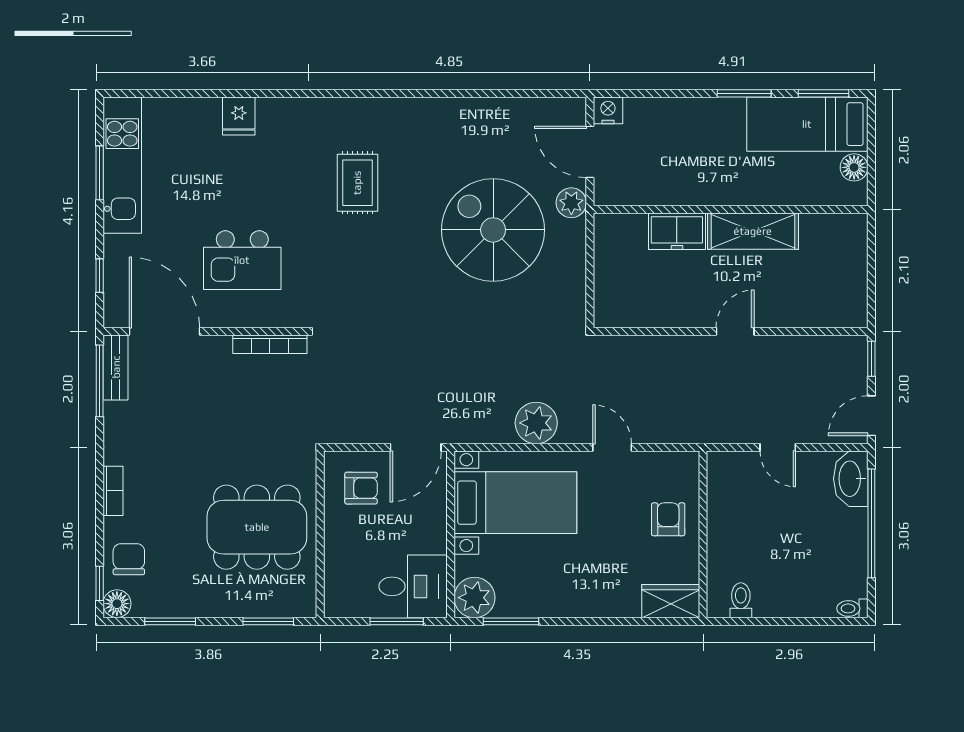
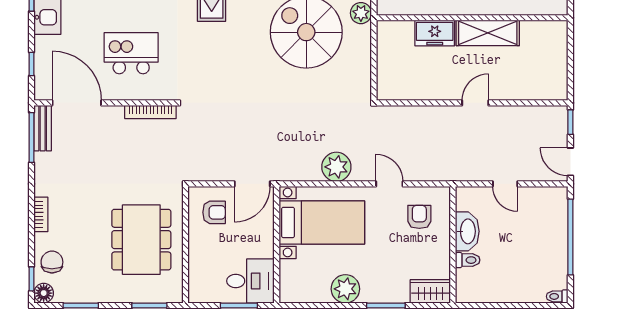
kitchen island: (242, 260) -> (131, 53), turned 180
door: (871, 416) -> (570, 162), hinge flipped
washbasin: (851, 479) -> (467, 231), moved, turned 180
armchair: (668, 519) -> (419, 217), moved
dining table: (257, 527) -> (141, 240), turned 90
plant: (474, 598) -> (345, 289), moved
toilet: (741, 600) -> (468, 260), moved, turned 90
window: (511, 621) -> (386, 305), moved

